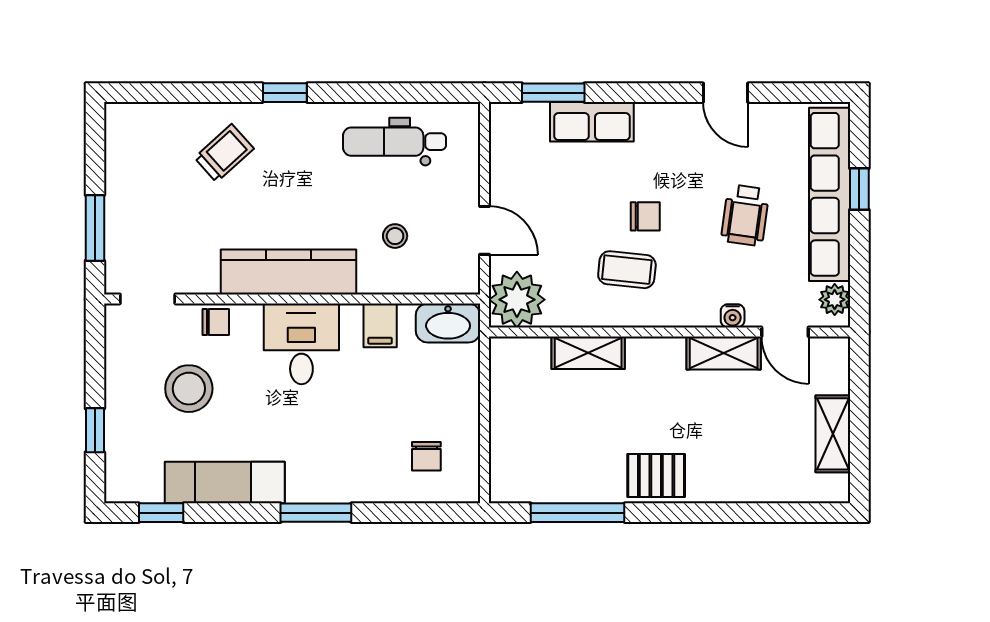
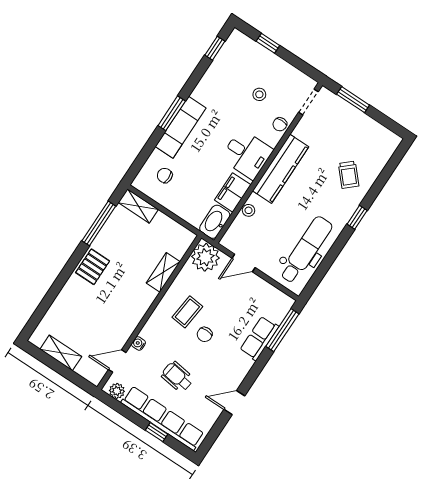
window: (553, 93) -> (282, 330), width x1.44
dental chair: (395, 142) -> (306, 250), width x1.36, depth x1.38
stool: (395, 236) -> (248, 210), moved
filing cabinet: (380, 325) -> (233, 192), width x2.00
shelving: (724, 353) -> (138, 206), moved, turned 90
stool: (189, 389) -> (259, 94), width x0.53, depth x0.53
exam couch: (225, 482) -> (181, 127), moved

